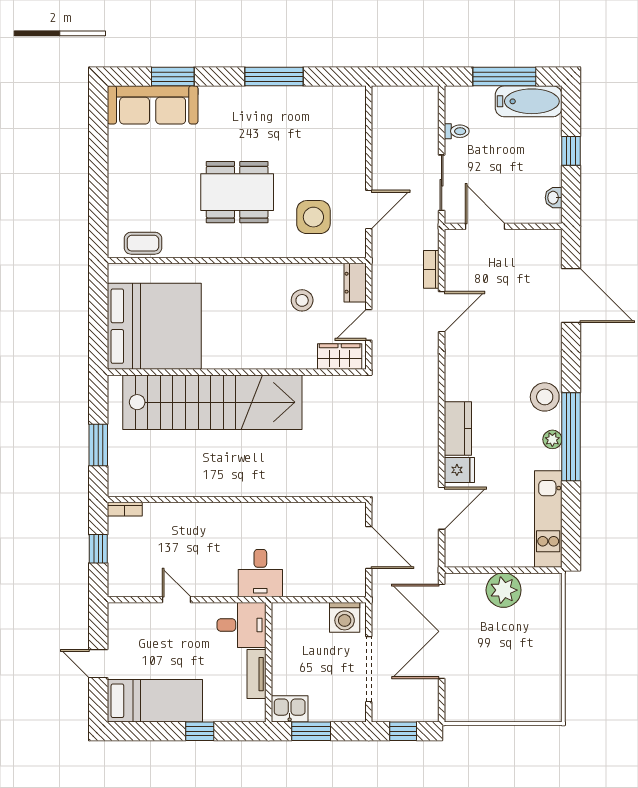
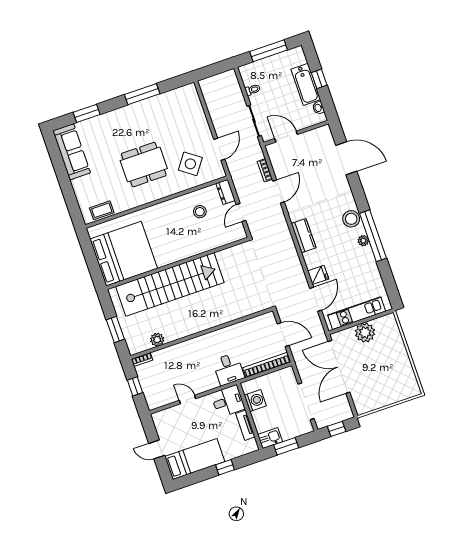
bathtub: (529, 101) -> (306, 84), moved, turned 90
sofa: (153, 105) -> (72, 152), moved, turned -90
side table: (313, 217) -> (190, 164), turned 36
wardrobe: (340, 357) -> (231, 235), removed
kitchen counter: (458, 429) -> (304, 236), moved
plant: (161, 485) -> (157, 340), added
kitchen unit: (548, 519) -> (357, 313), moved, turned 90
bookcase: (325, 588) -> (267, 365), added
washing machine: (345, 617) -> (255, 400), moved, turned -90

